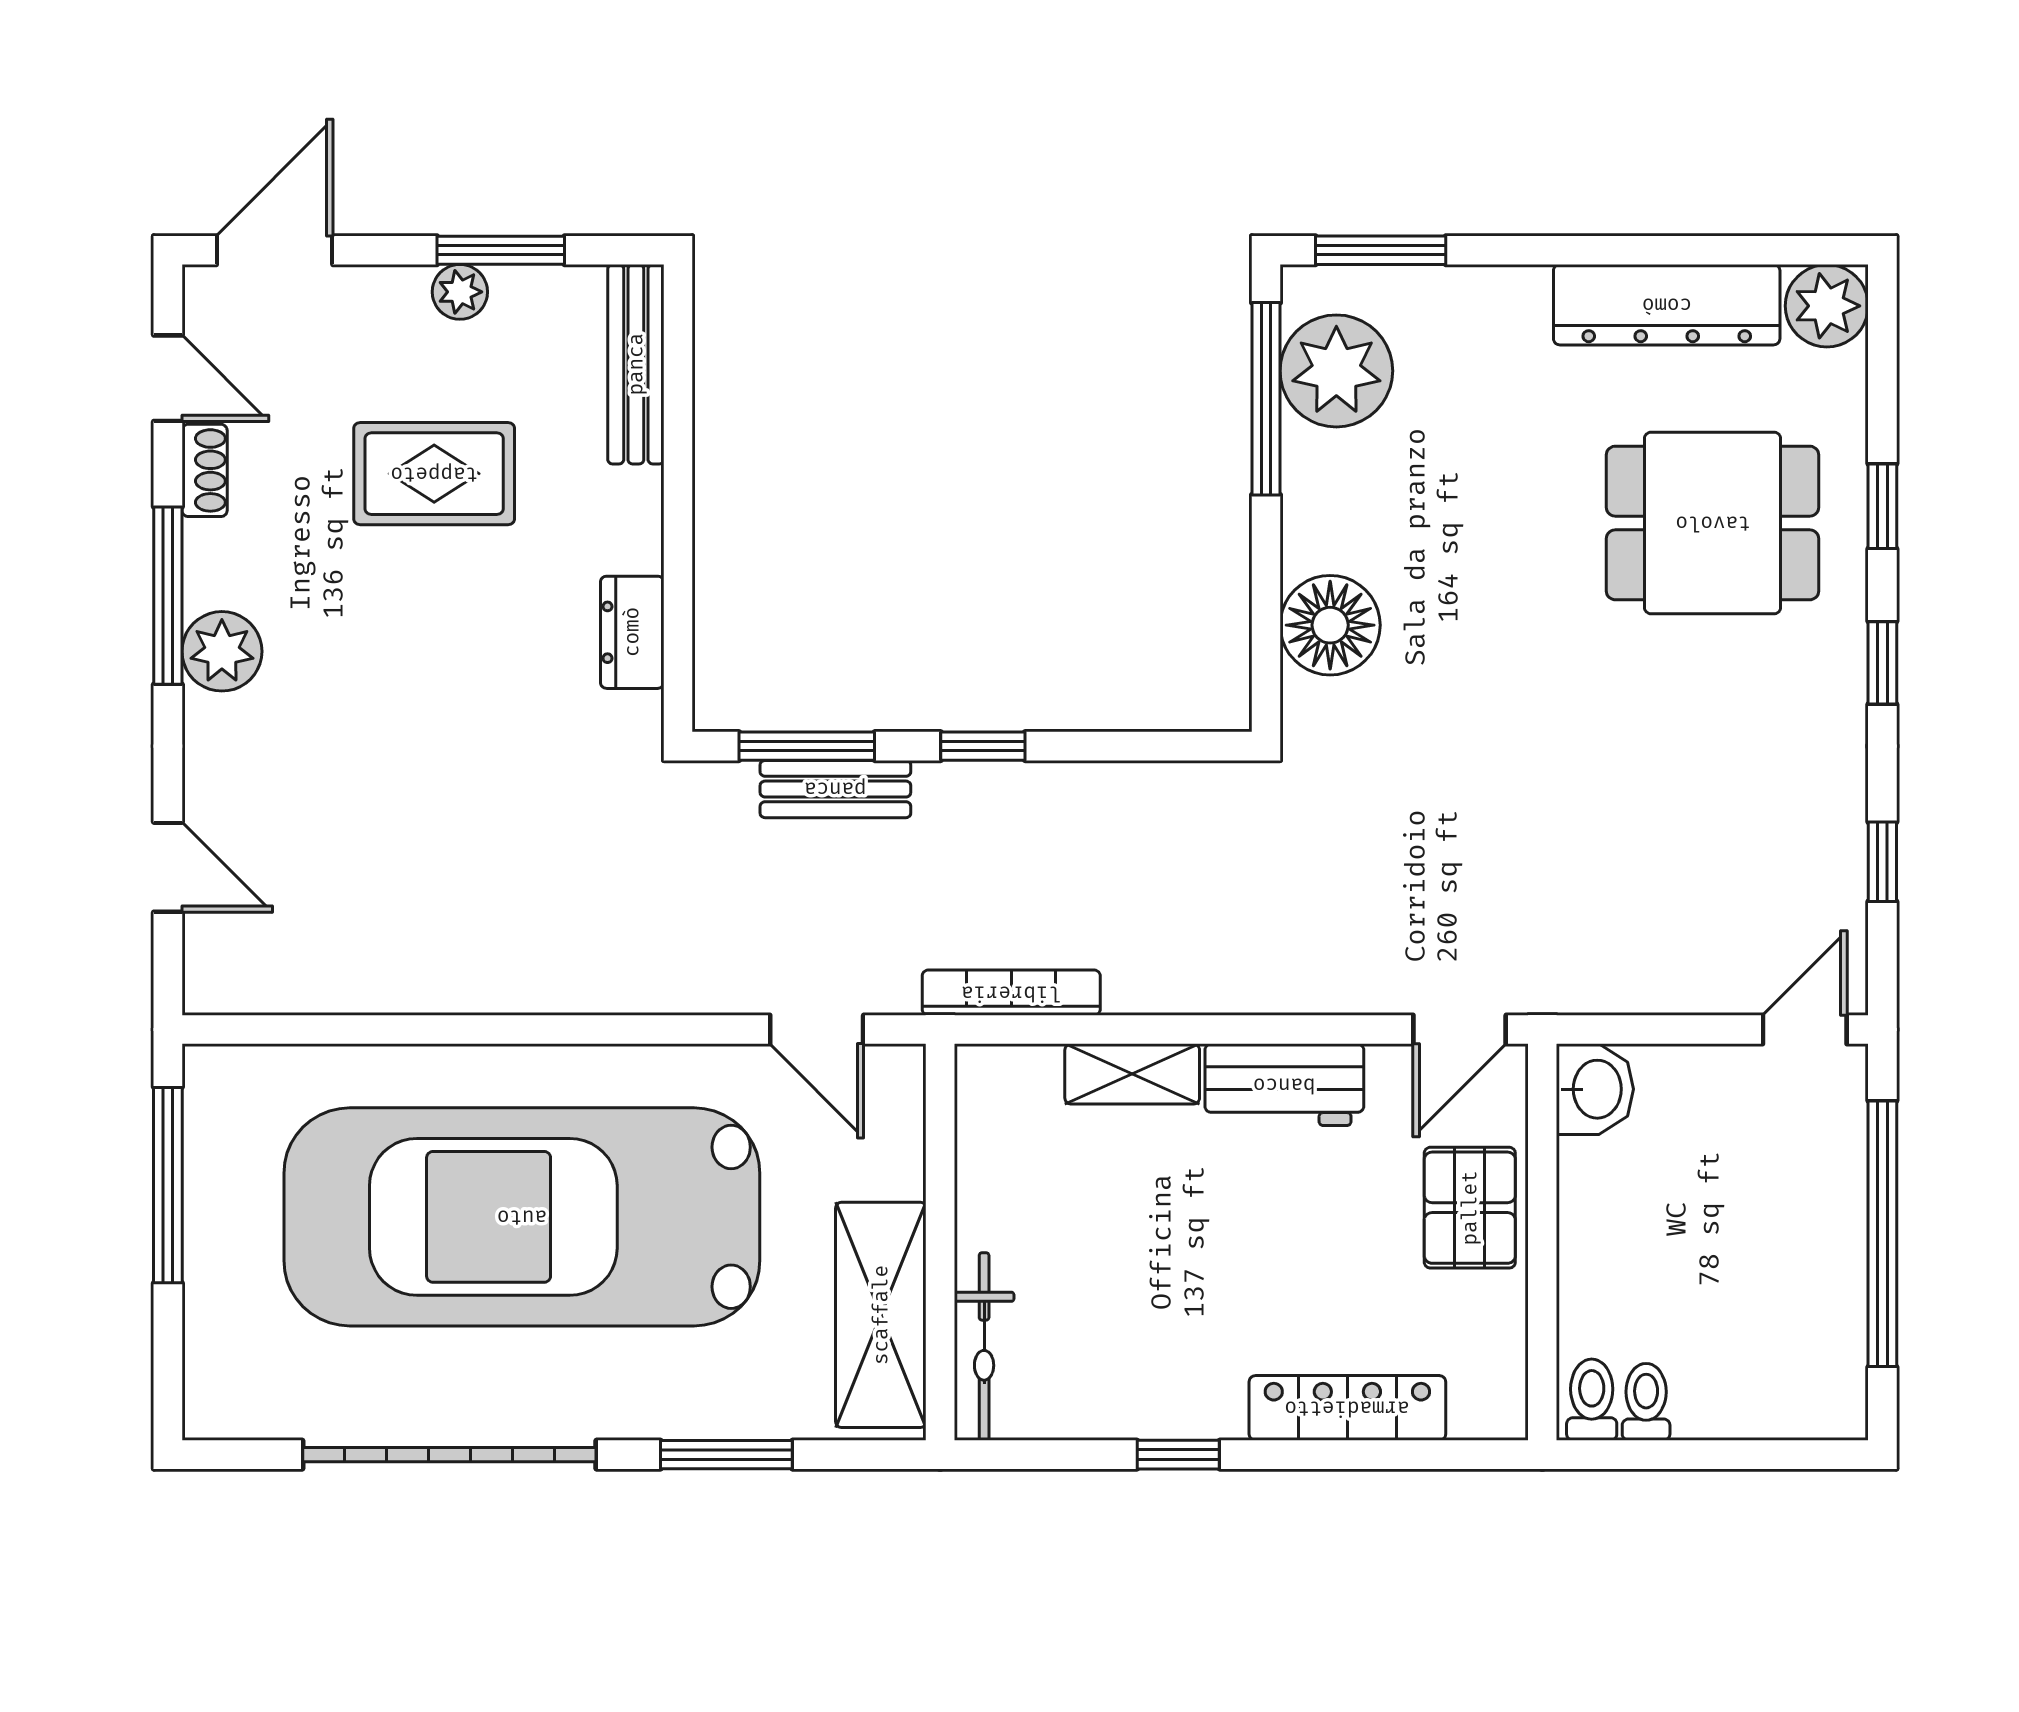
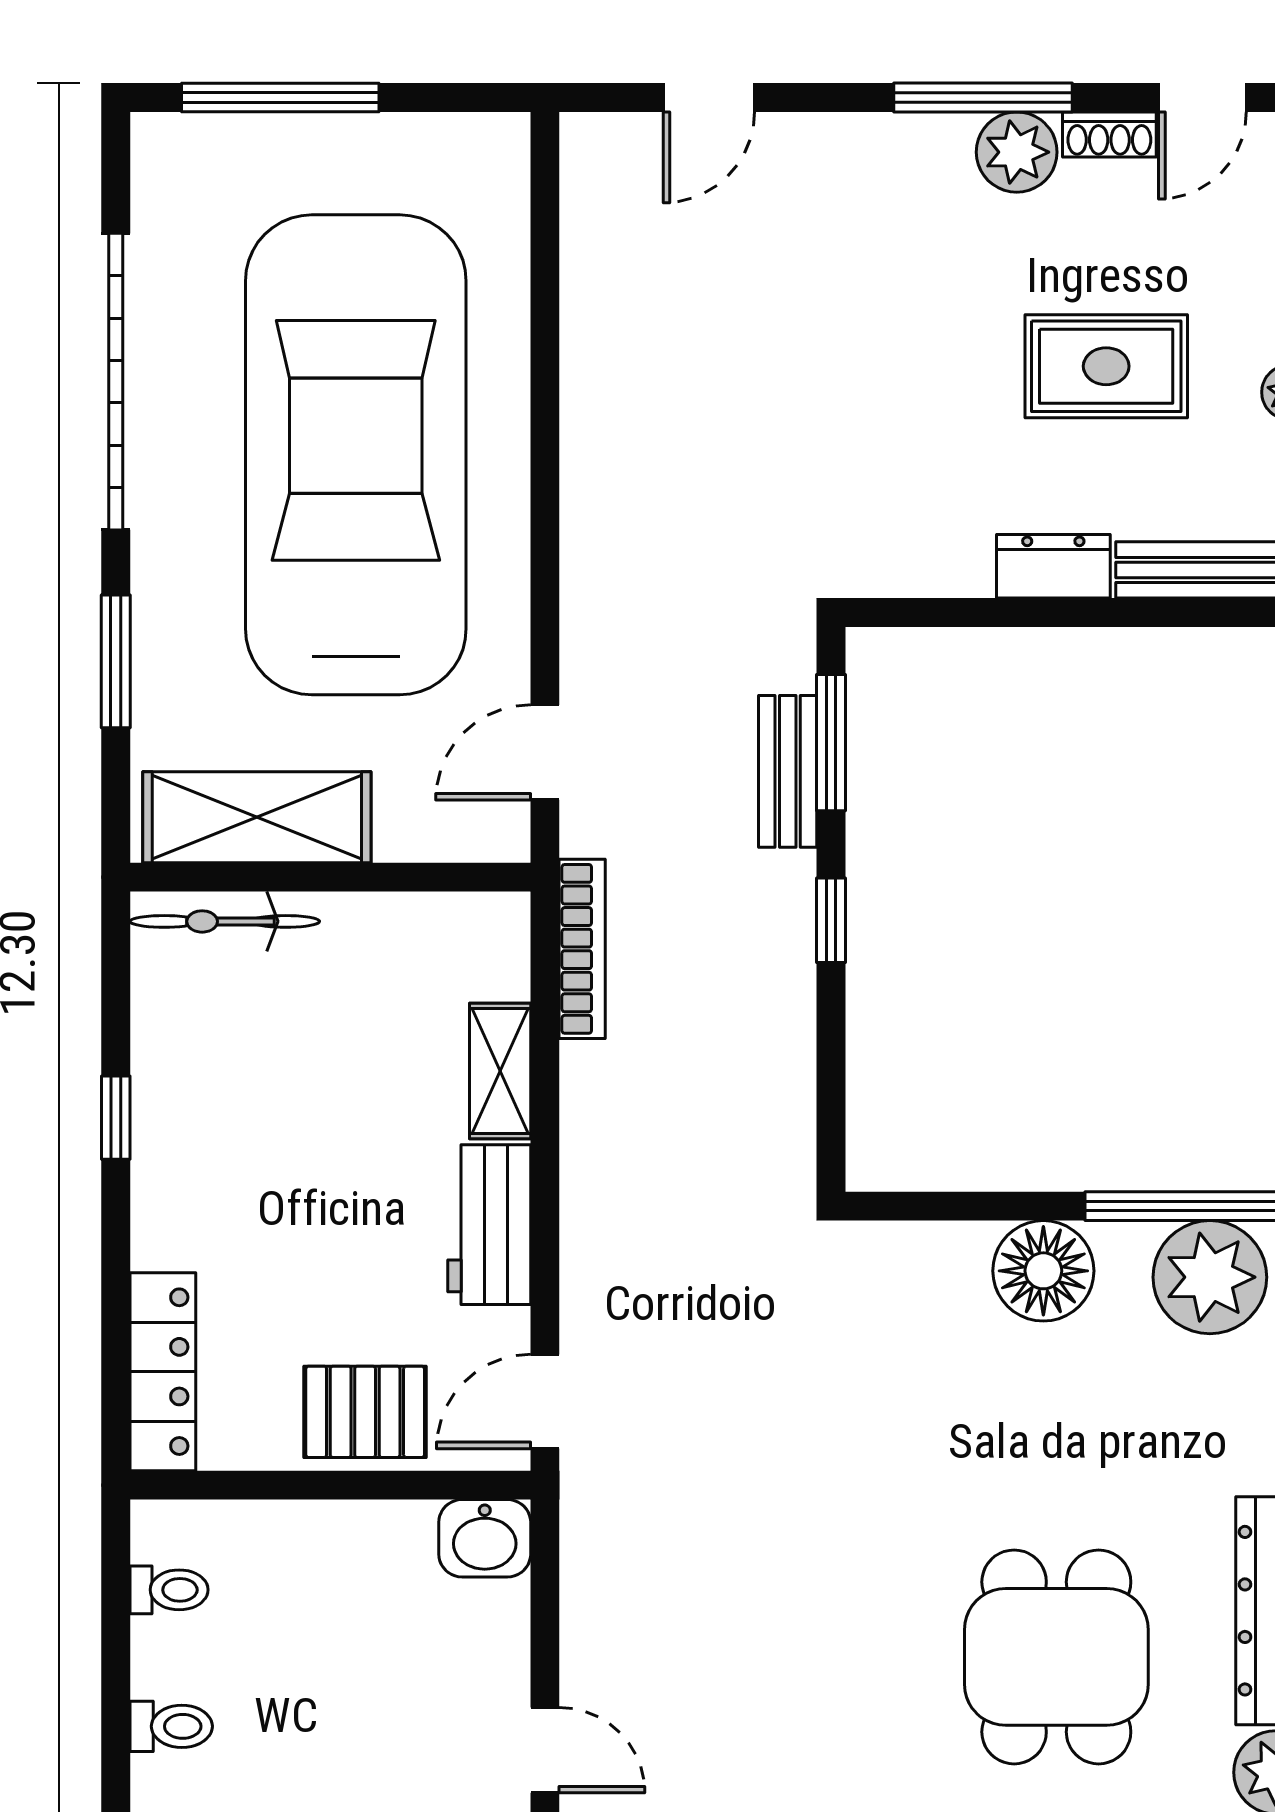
rug: (434, 474) -> (1106, 366), turned 90
floor lamp: (1330, 625) -> (1043, 1271), moved
dresser: (632, 632) -> (1053, 566), moved
plant: (222, 651) -> (1017, 152), moved
door: (1460, 1030) -> (545, 1402), hinge flipped
window: (168, 1185) -> (280, 97), moved
toilet: (1592, 1400) -> (171, 1726), moved
locker: (1347, 1408) -> (163, 1372), moved

